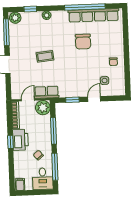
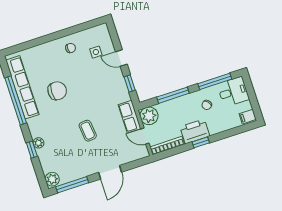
window: (30, 9) -> (32, 150), moved

